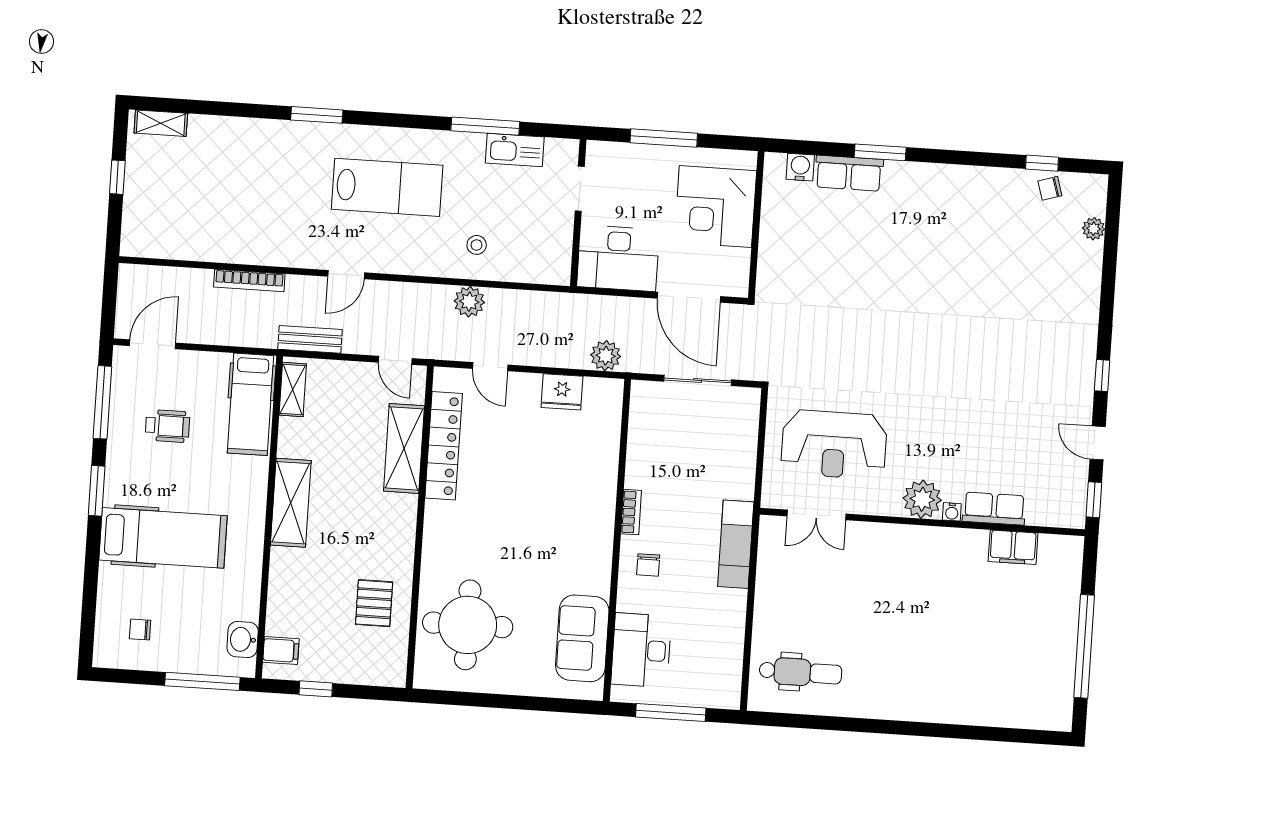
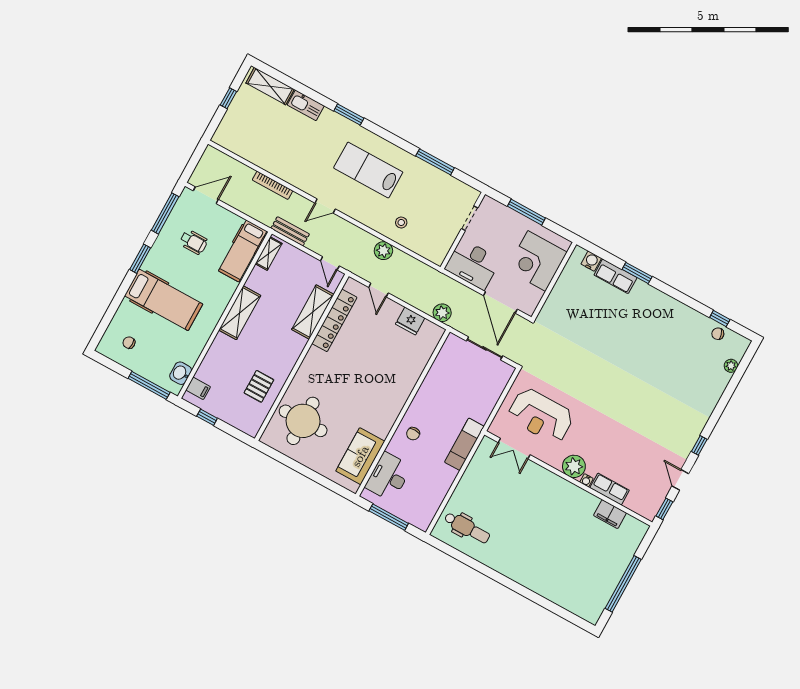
shelving: (161, 123) -> (270, 86), width x1.50, depth x1.33
kitchen sink: (515, 150) -> (306, 105), moved
lab bench: (387, 187) -> (368, 170), turned 180
bookcase: (631, 512) -> (417, 402), removed

